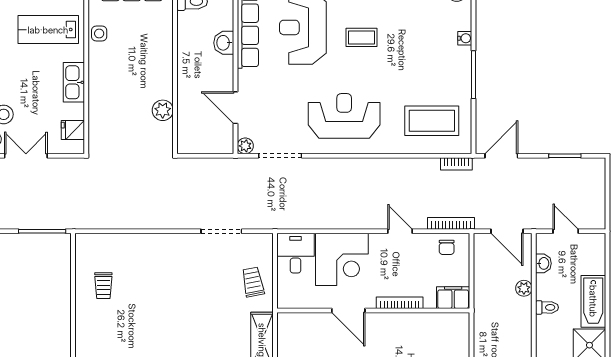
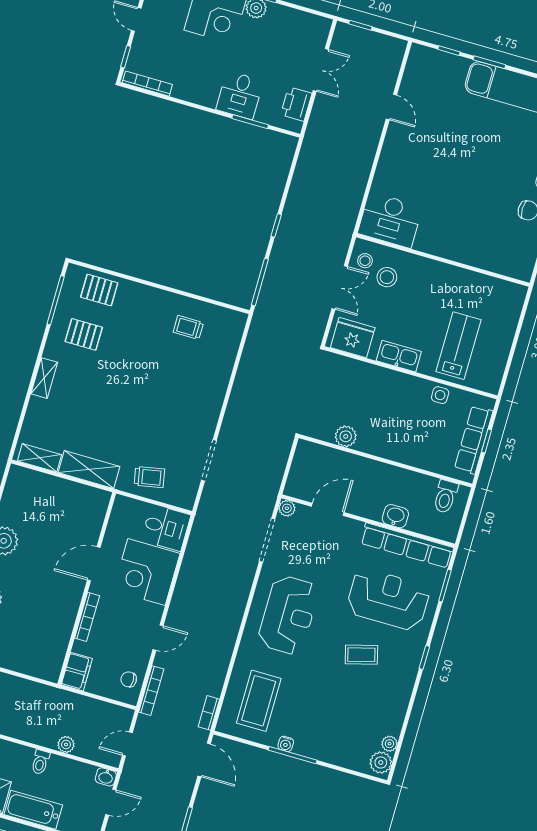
coffee table: (362, 37) -> (361, 655), turned 75
water cooler: (465, 38) -> (286, 744), moved
fridge: (73, 130) -> (353, 338), width x1.88, depth x1.34
door: (507, 231) -> (127, 744), width x0.73
washbasin: (543, 263) -> (106, 777), moved

